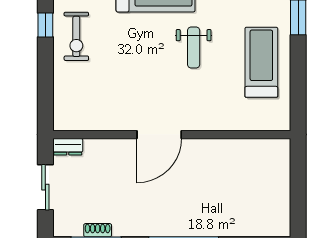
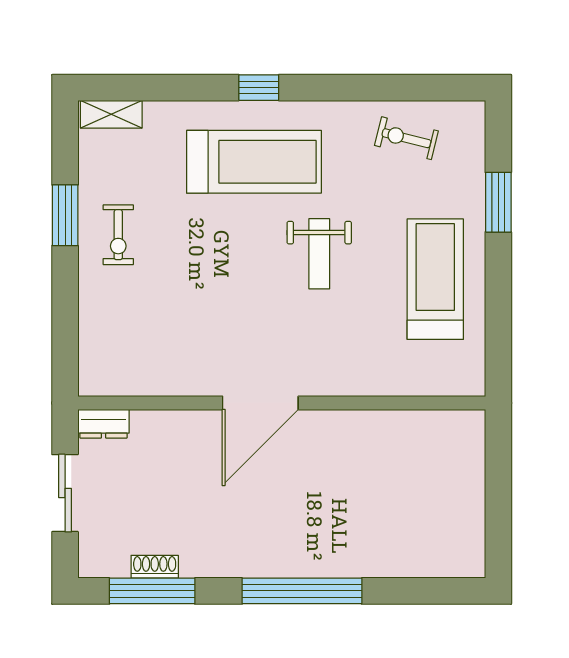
window: (45, 25) -> (65, 215), width x1.50
exercise bike: (76, 36) -> (118, 235), width x0.73, depth x0.72

